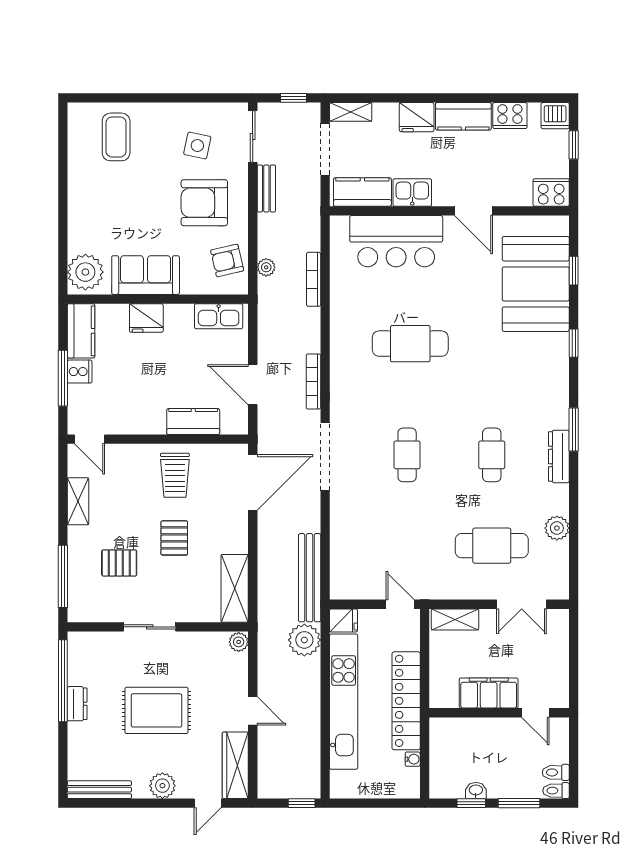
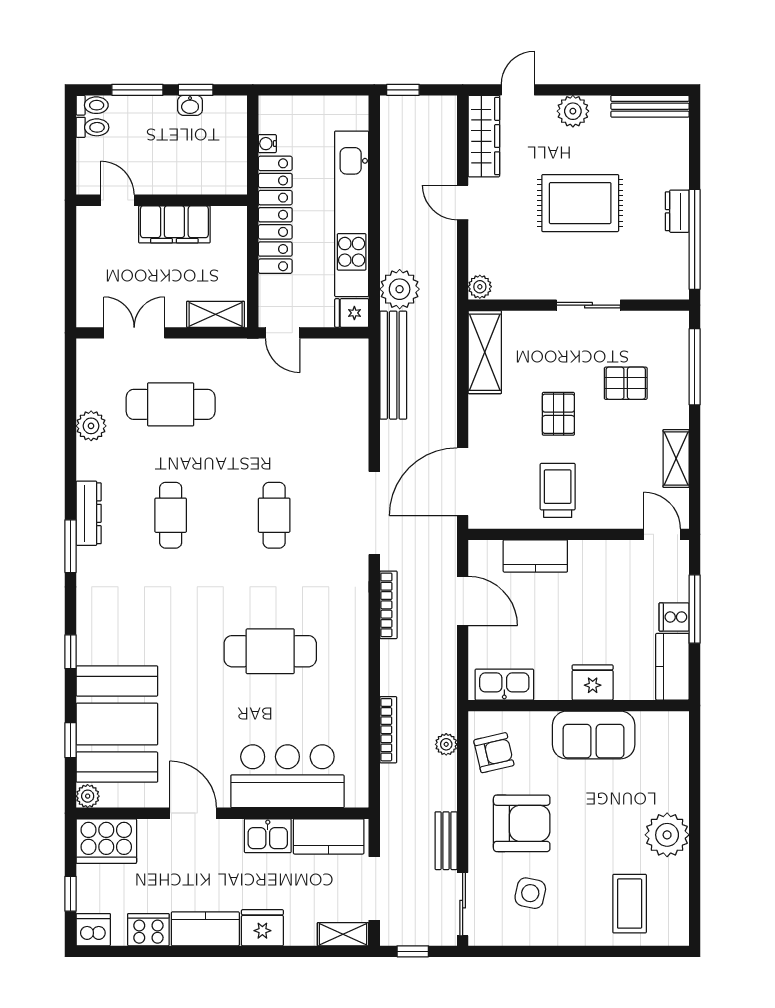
cooker: (551, 192) -> (106, 841), width x1.37, depth x1.31
plant: (560, 225) -> (88, 796), added
plant: (85, 272) -> (667, 835), moved

